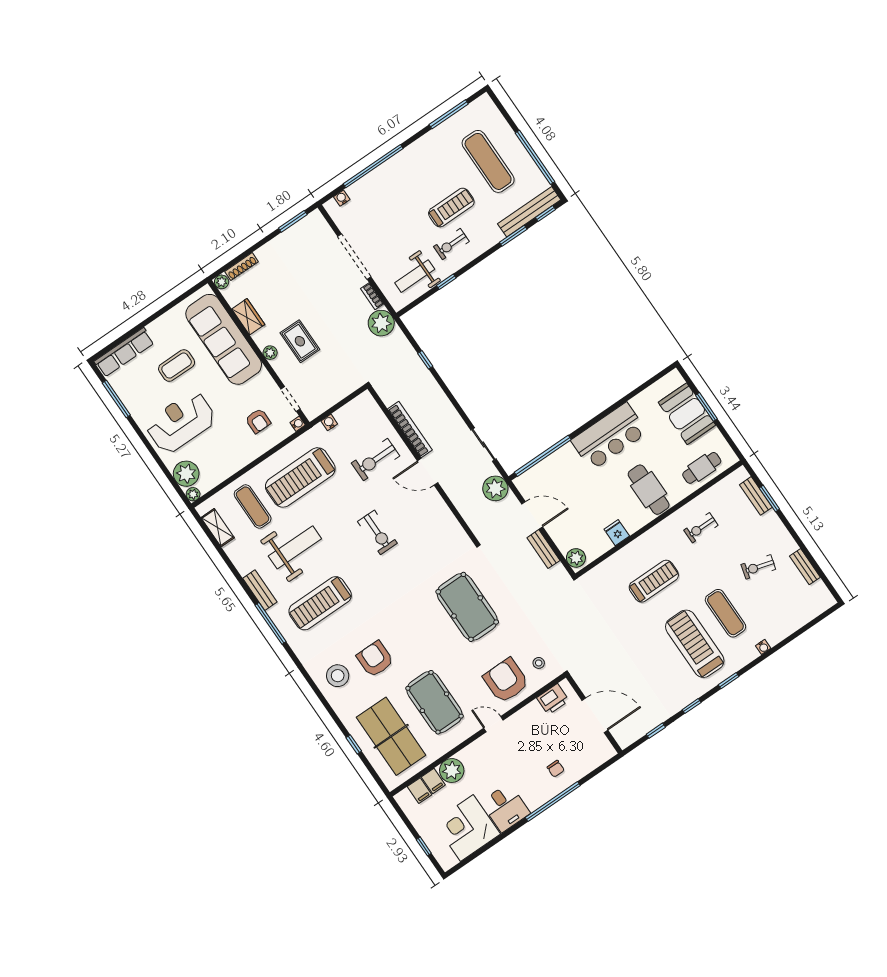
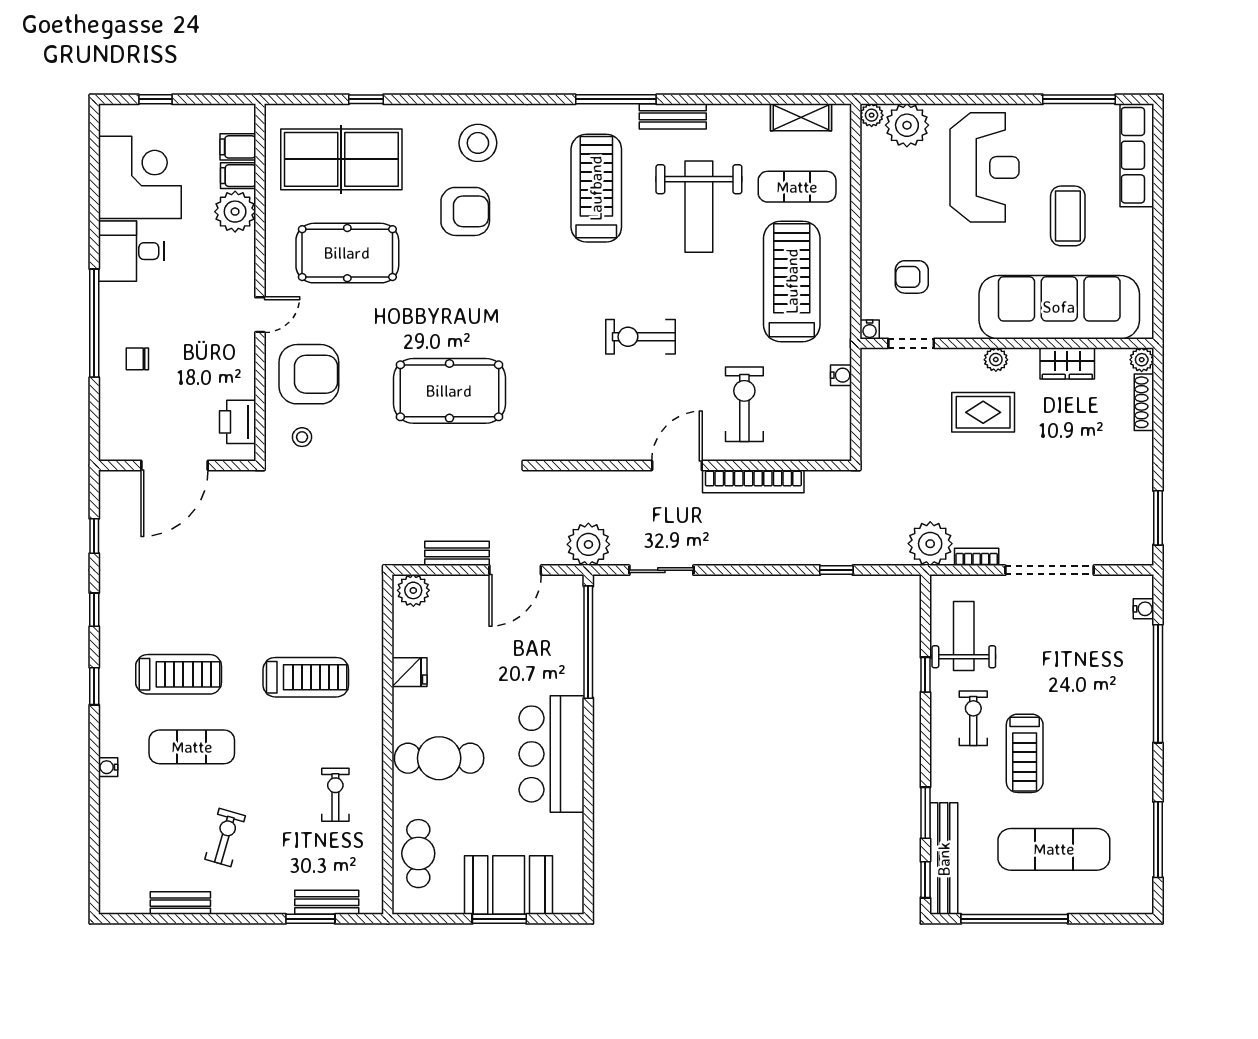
treadmill: (654, 581) -> (306, 677), turned -90
treadmill: (695, 644) -> (179, 674), width x0.73, depth x0.73

